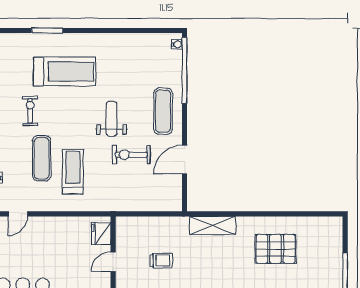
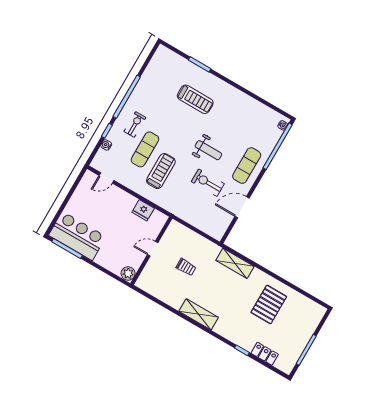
treadmill: (65, 71) -> (195, 99), width x0.73, depth x0.73
exercise bike: (30, 111) -> (135, 124), moved
weight bench: (111, 119) -> (208, 150), turned 90
fridge: (101, 234) -> (143, 210), moved, turned -90
pallet: (276, 249) -> (269, 304), turned 90

